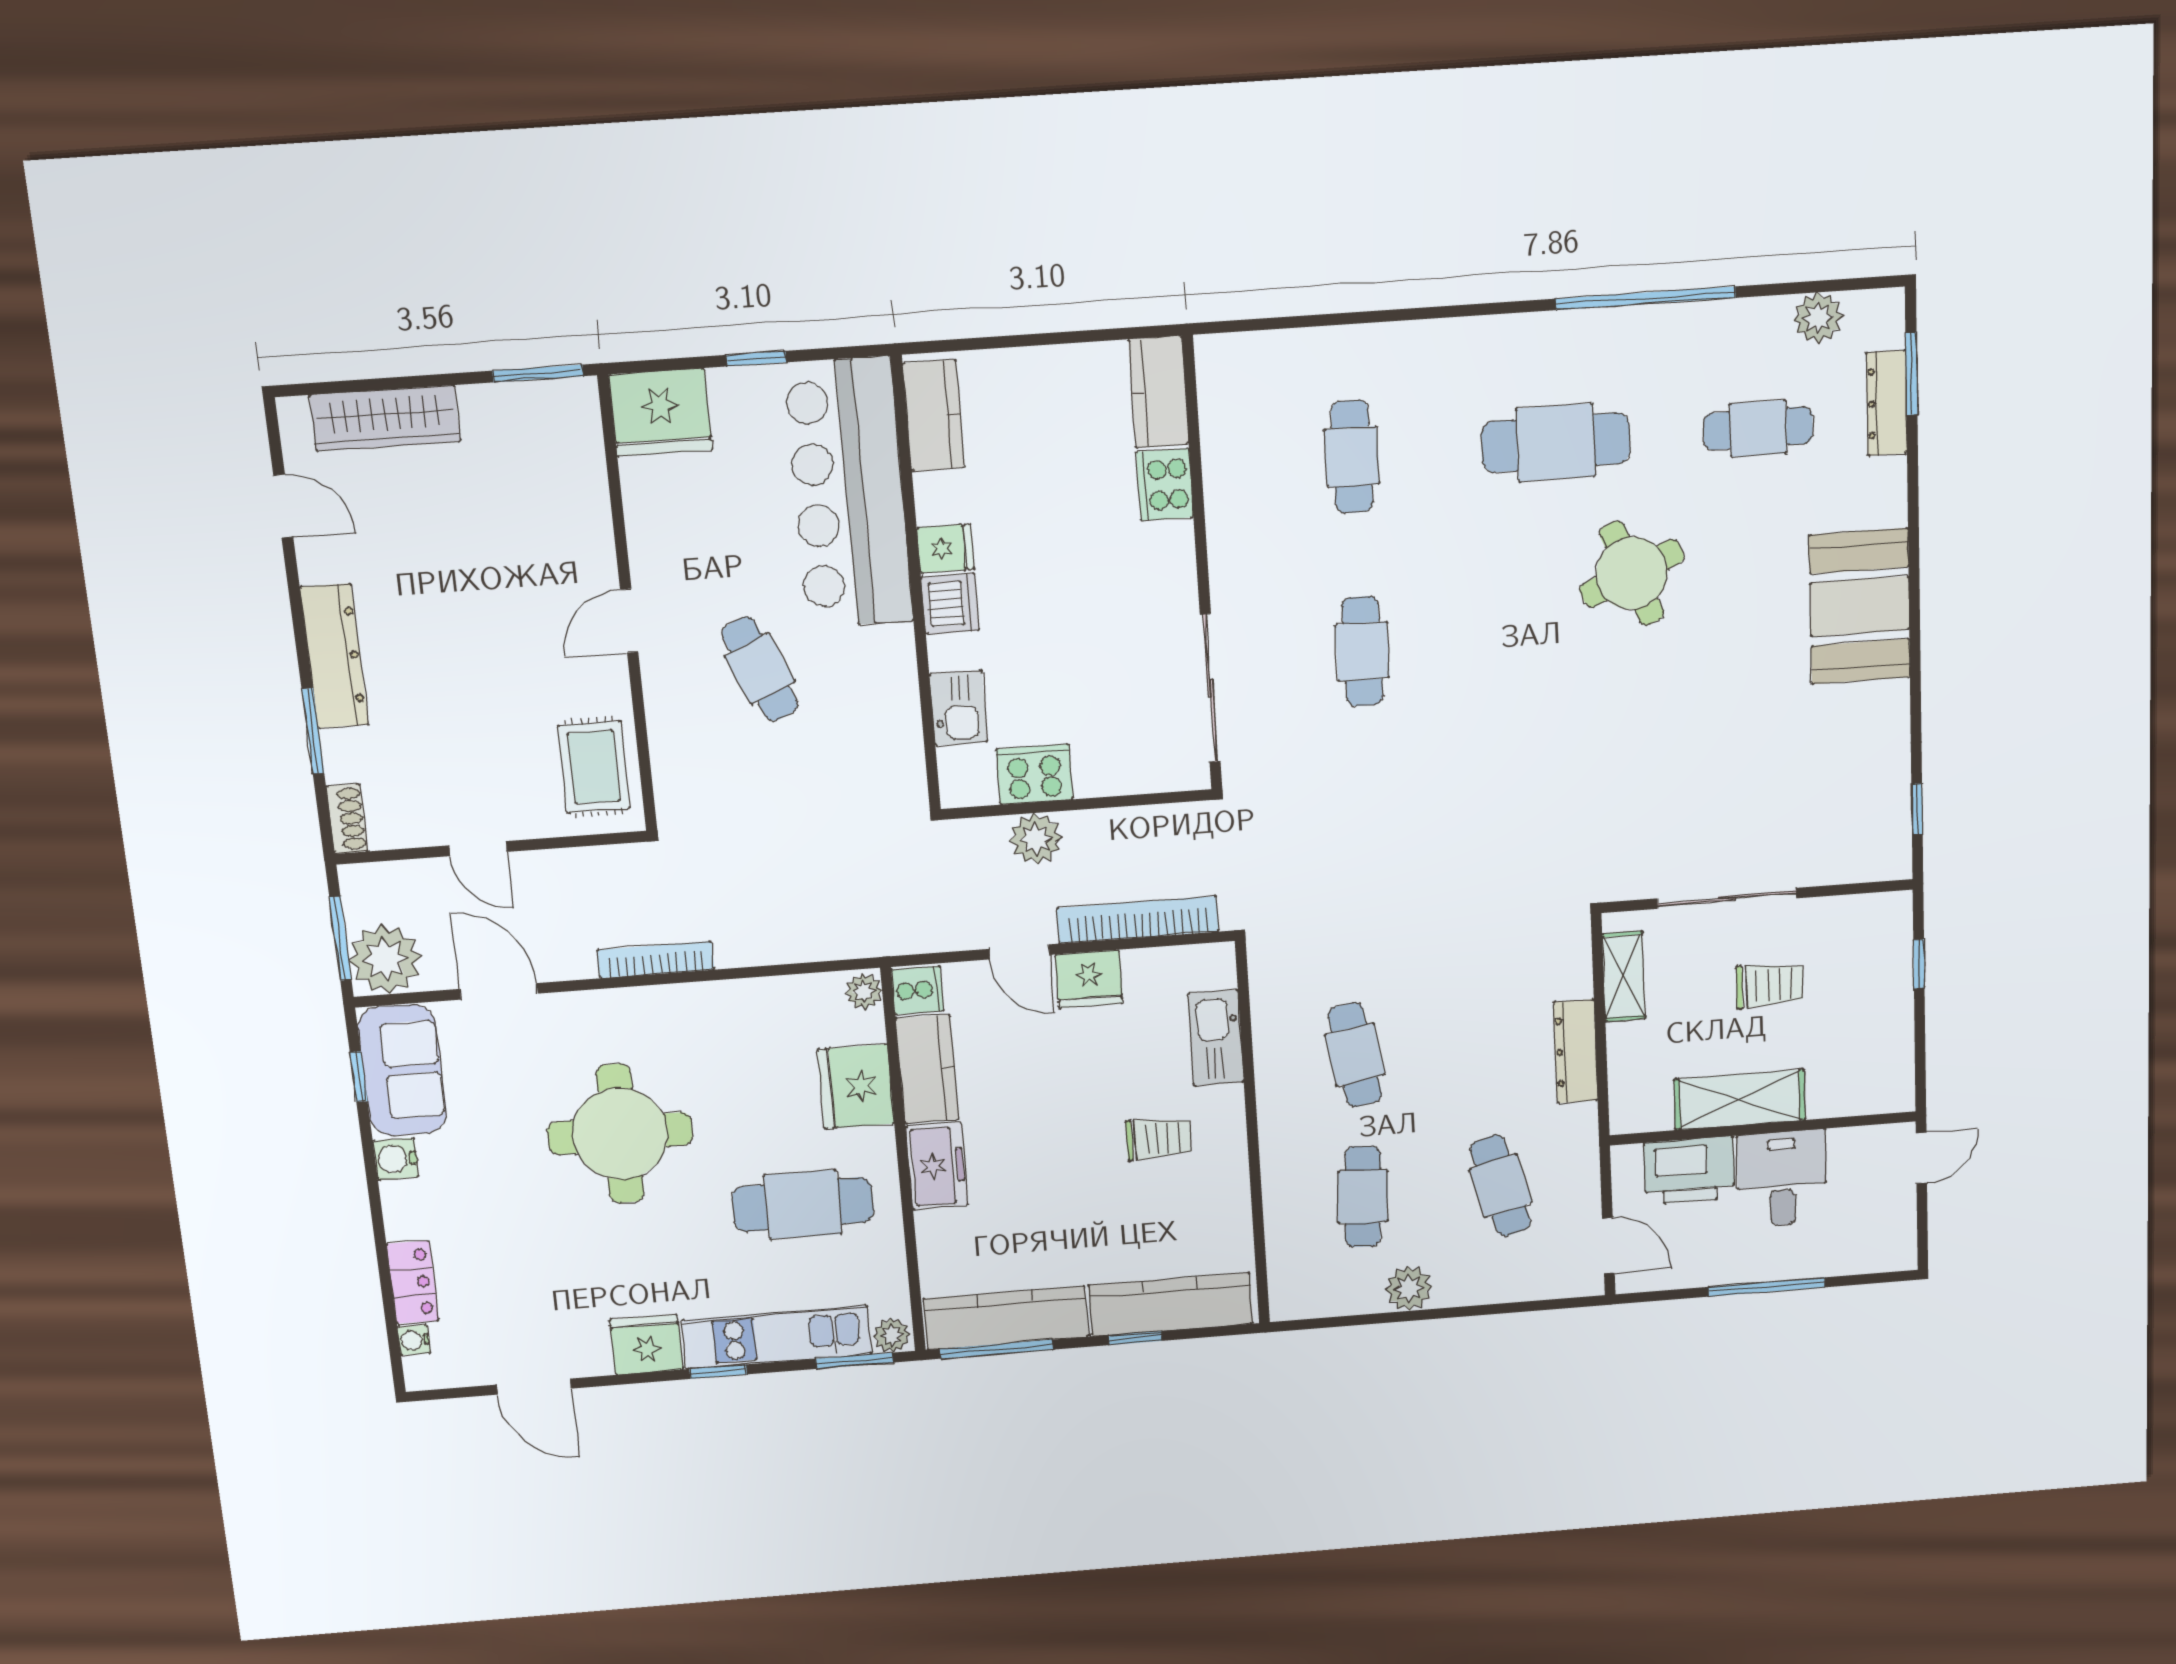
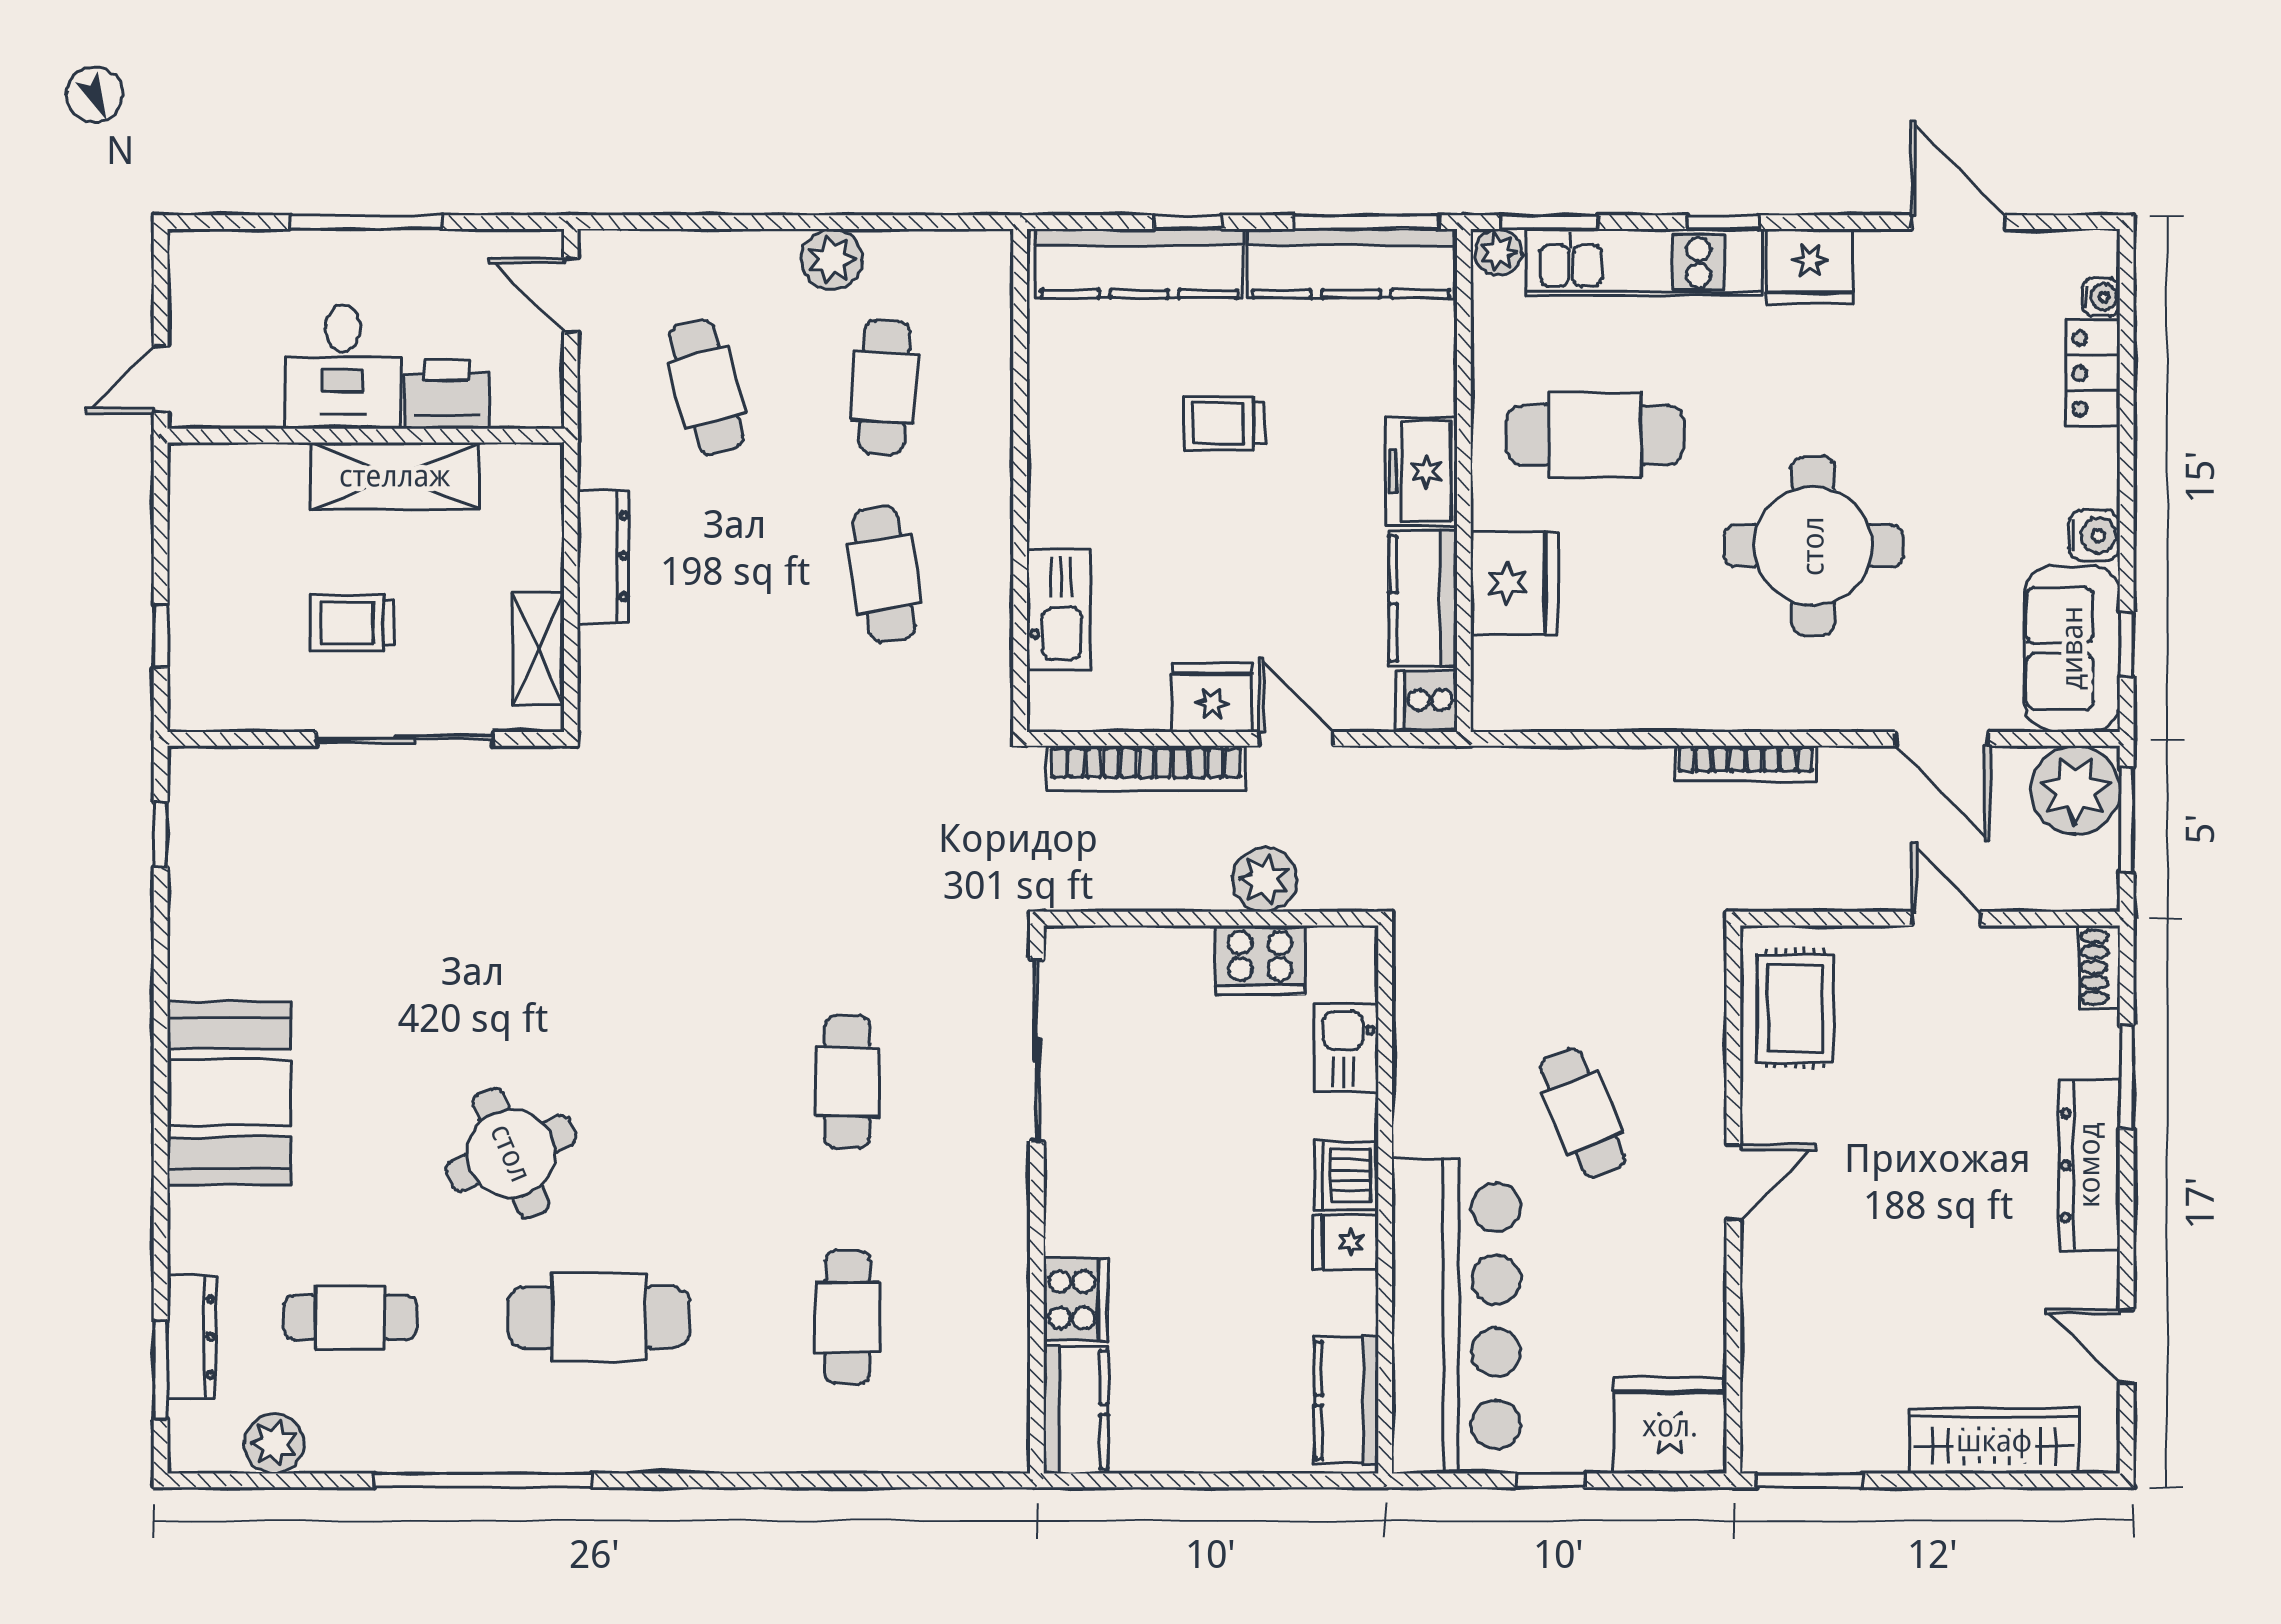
plant: (864, 991) -> (1493, 704), removed
trolley: (1158, 1138) -> (1224, 423), moved
printer: (1689, 1170) -> (447, 394), width x0.73, depth x0.84

